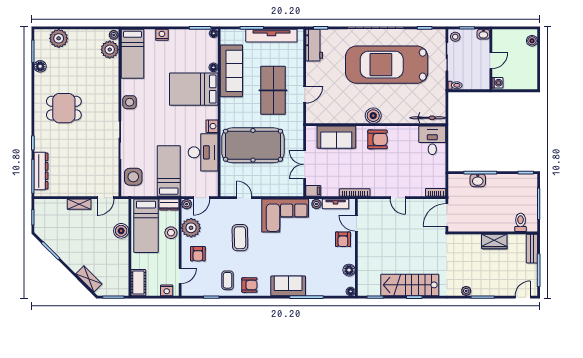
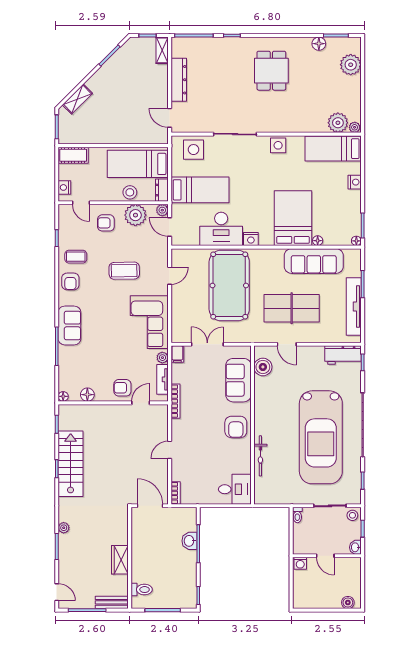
car: (387, 65) -> (321, 437), turned 180
boiler: (373, 116) -> (263, 367), moved
bicycle: (428, 118) -> (260, 456), moved
dresser: (41, 171) -> (179, 80), moved, turned -90
shelving: (79, 204) -> (162, 50), moved
boiler: (121, 231) -> (132, 136), removed

